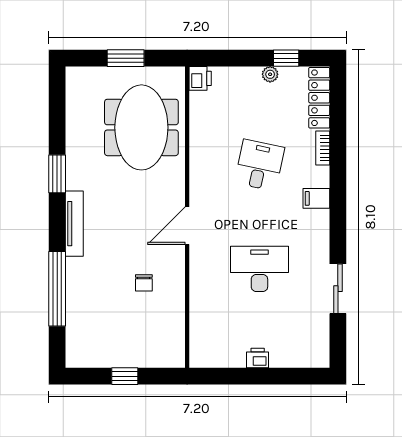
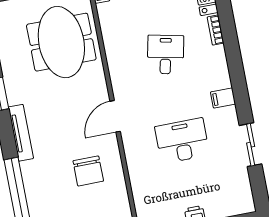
filing cabinet: (316, 198) -> (223, 98), moved
chair: (144, 283) -> (88, 171), width x1.87, depth x1.87

